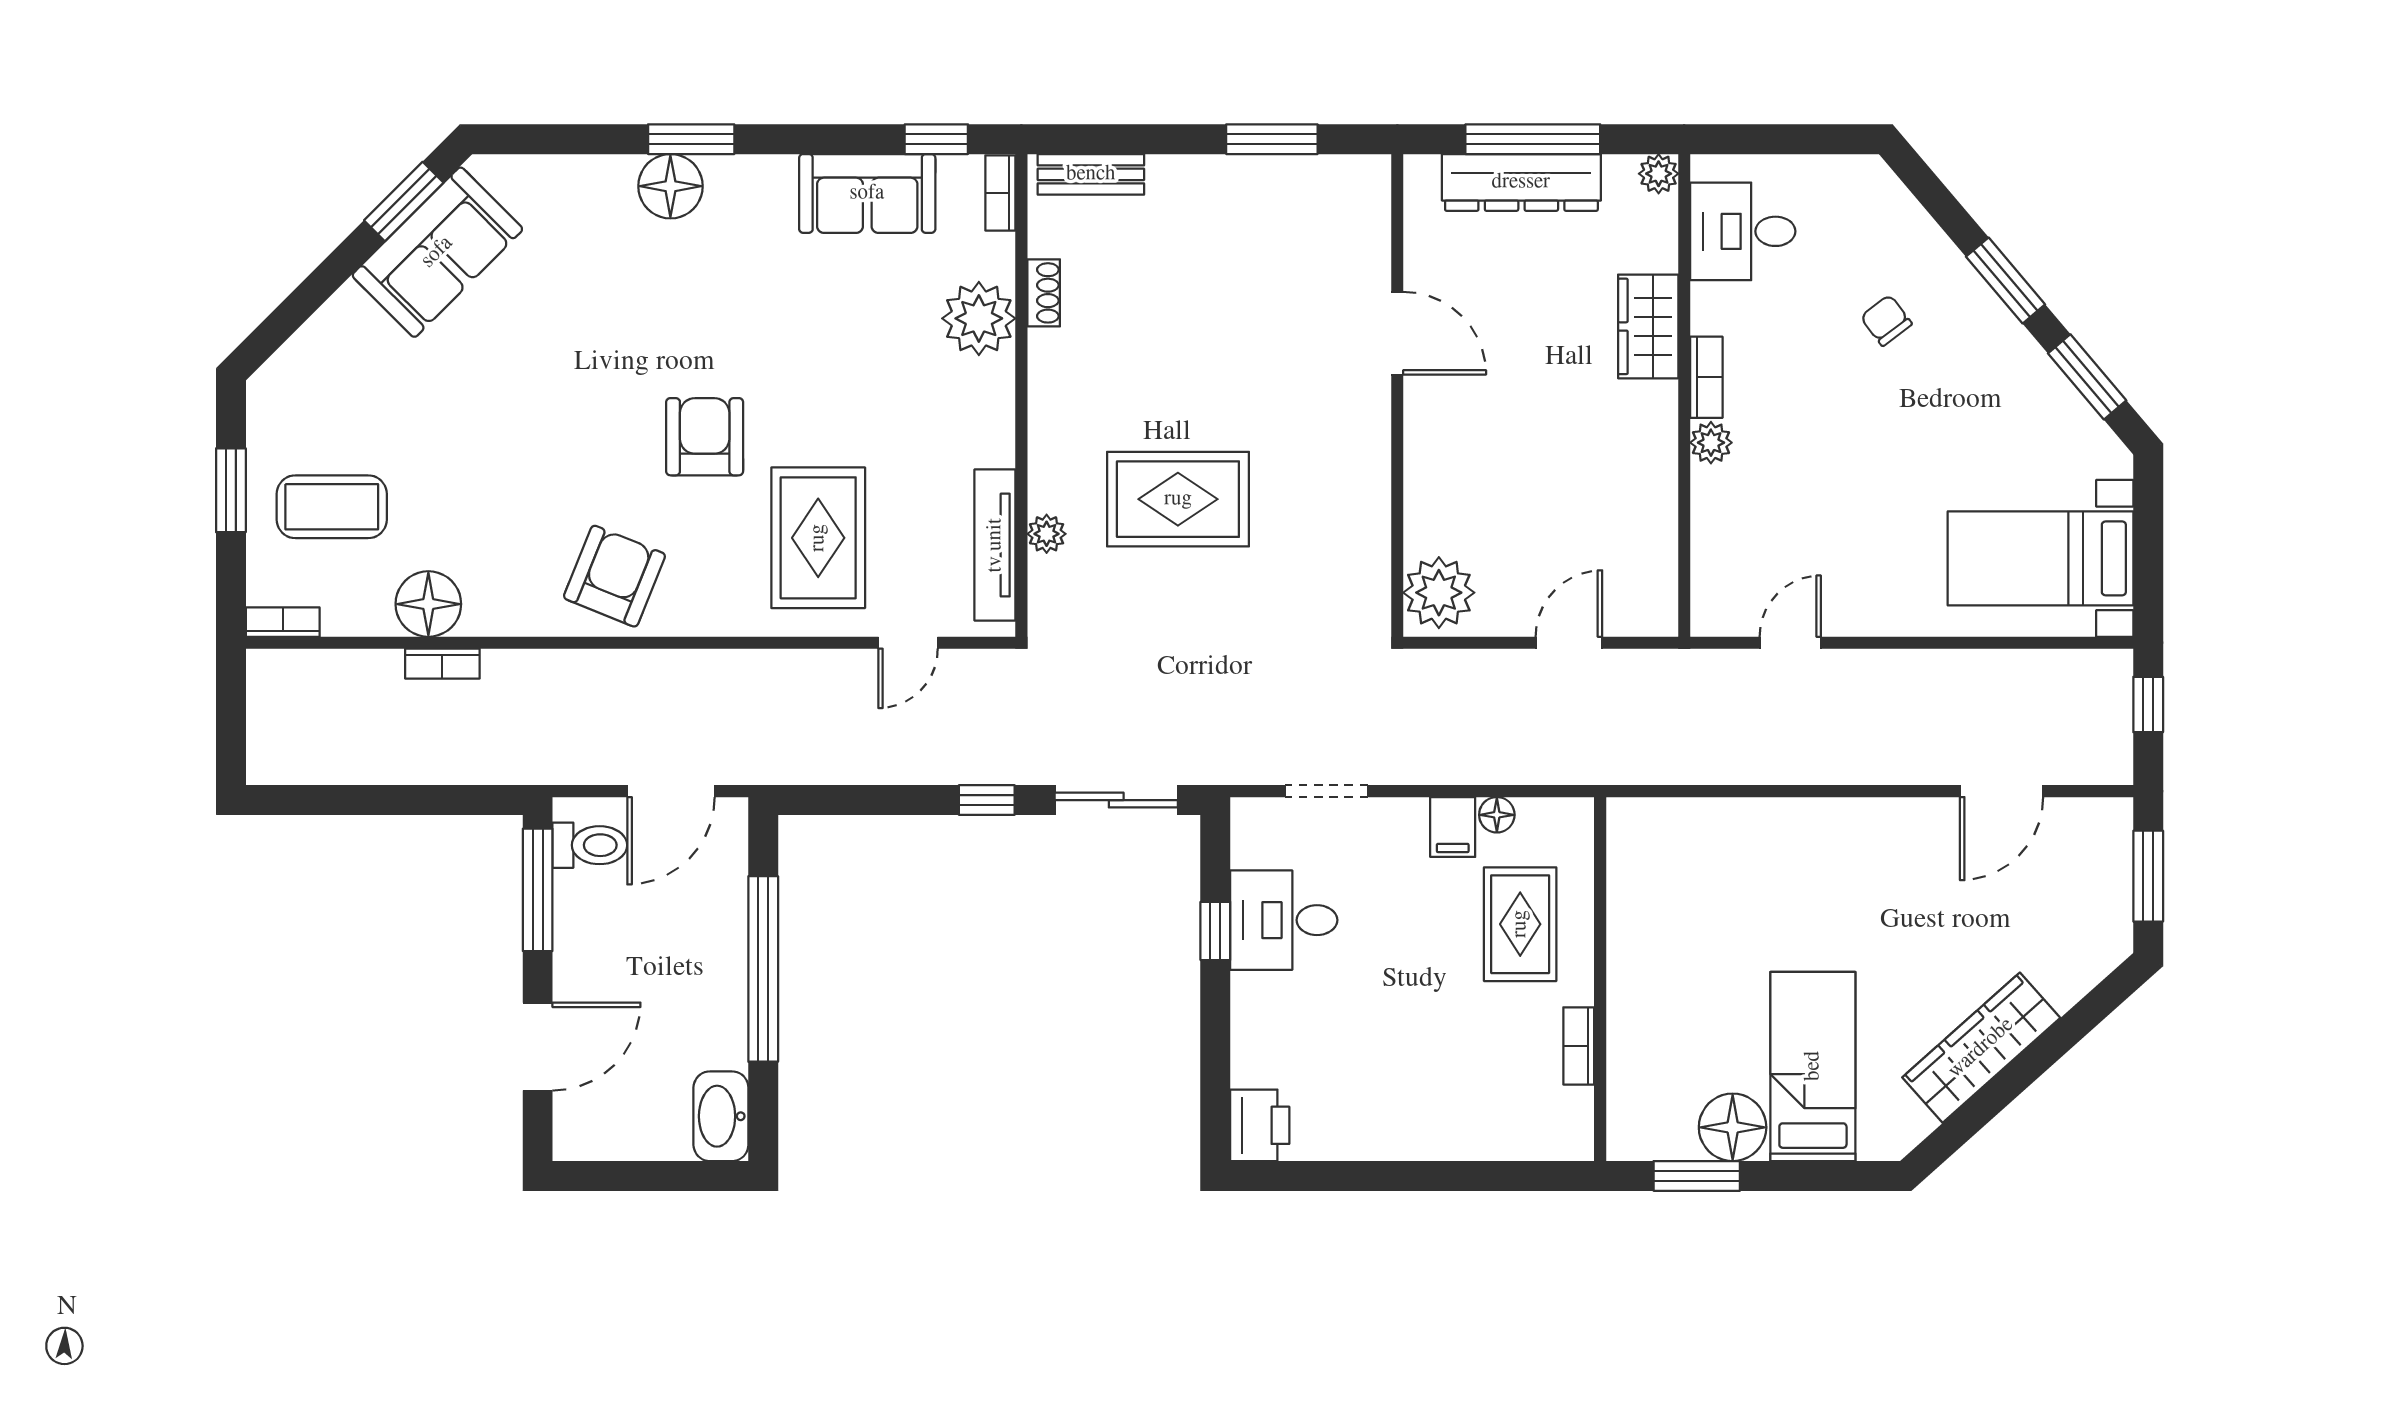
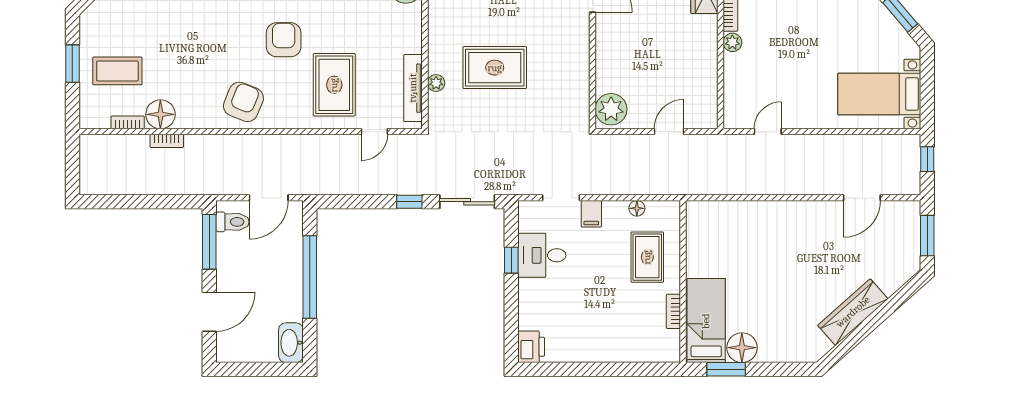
bookcase: (283, 622) -> (128, 122), moved
filing cabinet: (1453, 827) -> (591, 214), moved
bed: (1813, 1066) -> (706, 321), moved

